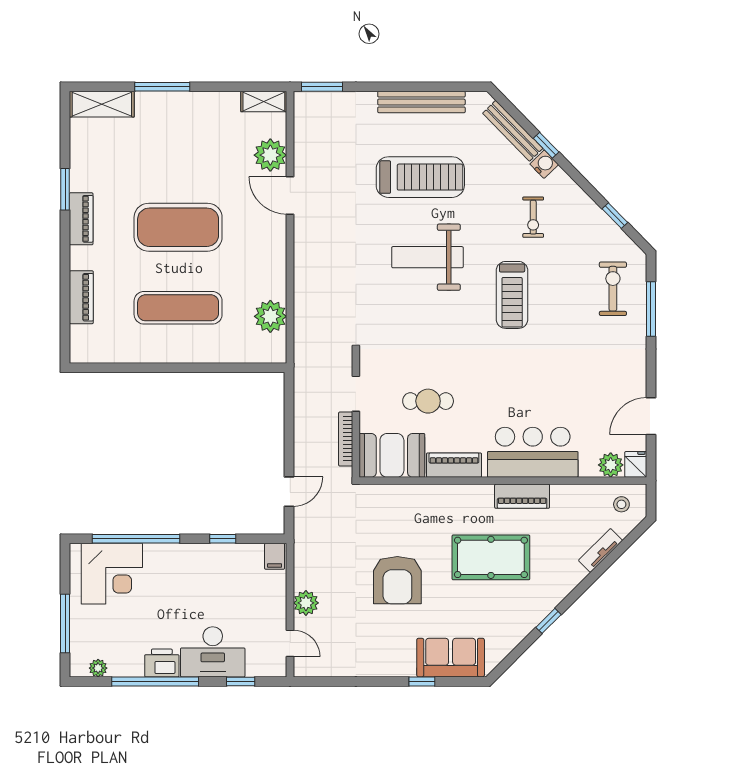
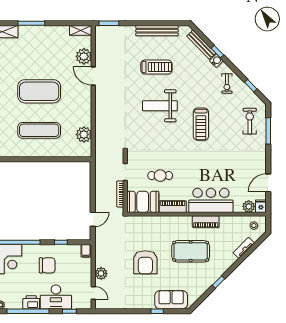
treadmill: (420, 177) -> (156, 67), width x0.73, depth x0.73
exercise bike: (533, 217) -> (227, 83), moved
chair: (195, 586) -> (47, 265), added

